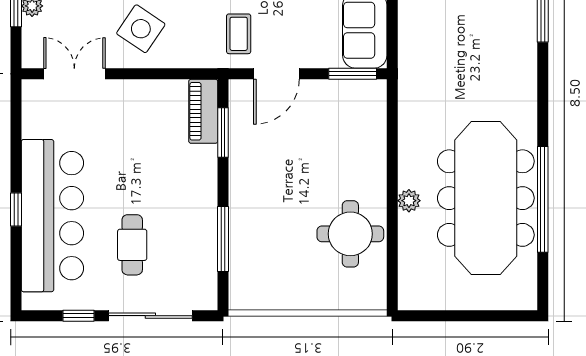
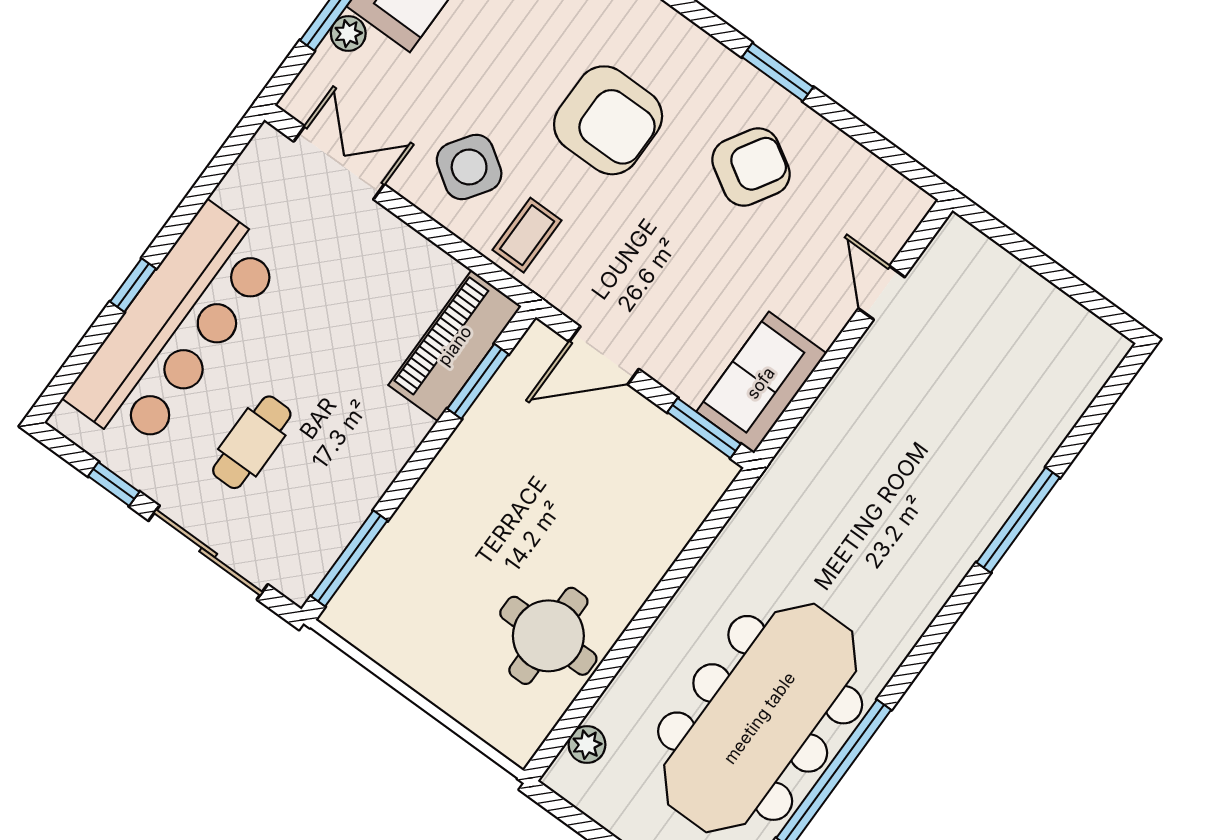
coffee table: (239, 34) -> (527, 235), moved
piano: (203, 111) -> (455, 346), width x1.37, depth x1.33
plant: (409, 201) -> (587, 745), moved
window: (223, 239) -> (349, 558), moved

